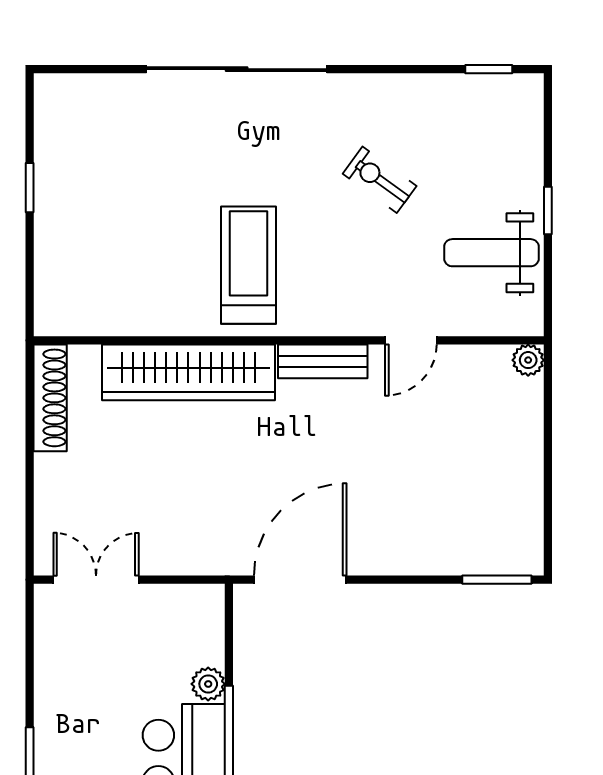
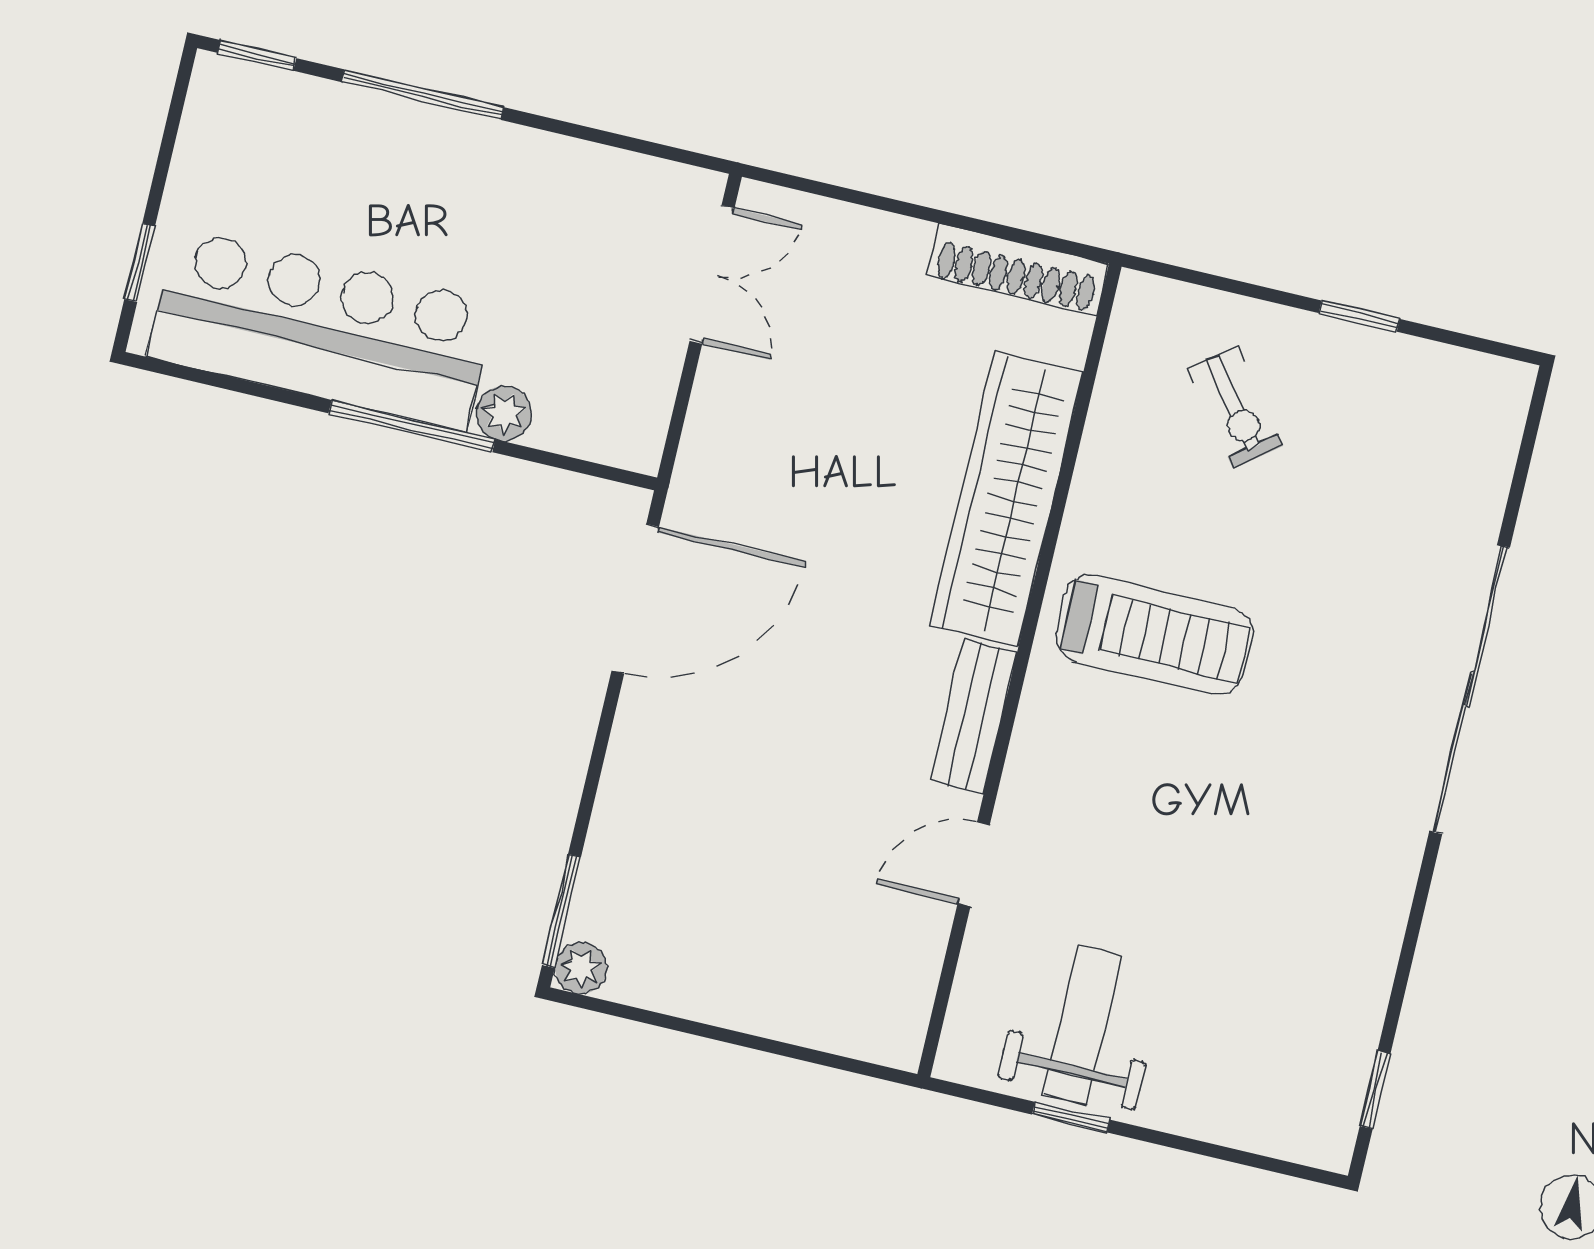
exercise bike: (380, 180) -> (1235, 408), moved, turned 106
window: (548, 210) -> (1071, 1117), moved
door: (411, 340) -> (974, 864), hinge flipped
plant: (528, 360) -> (581, 968), moved
door: (300, 580) -> (635, 599), hinge flipped

